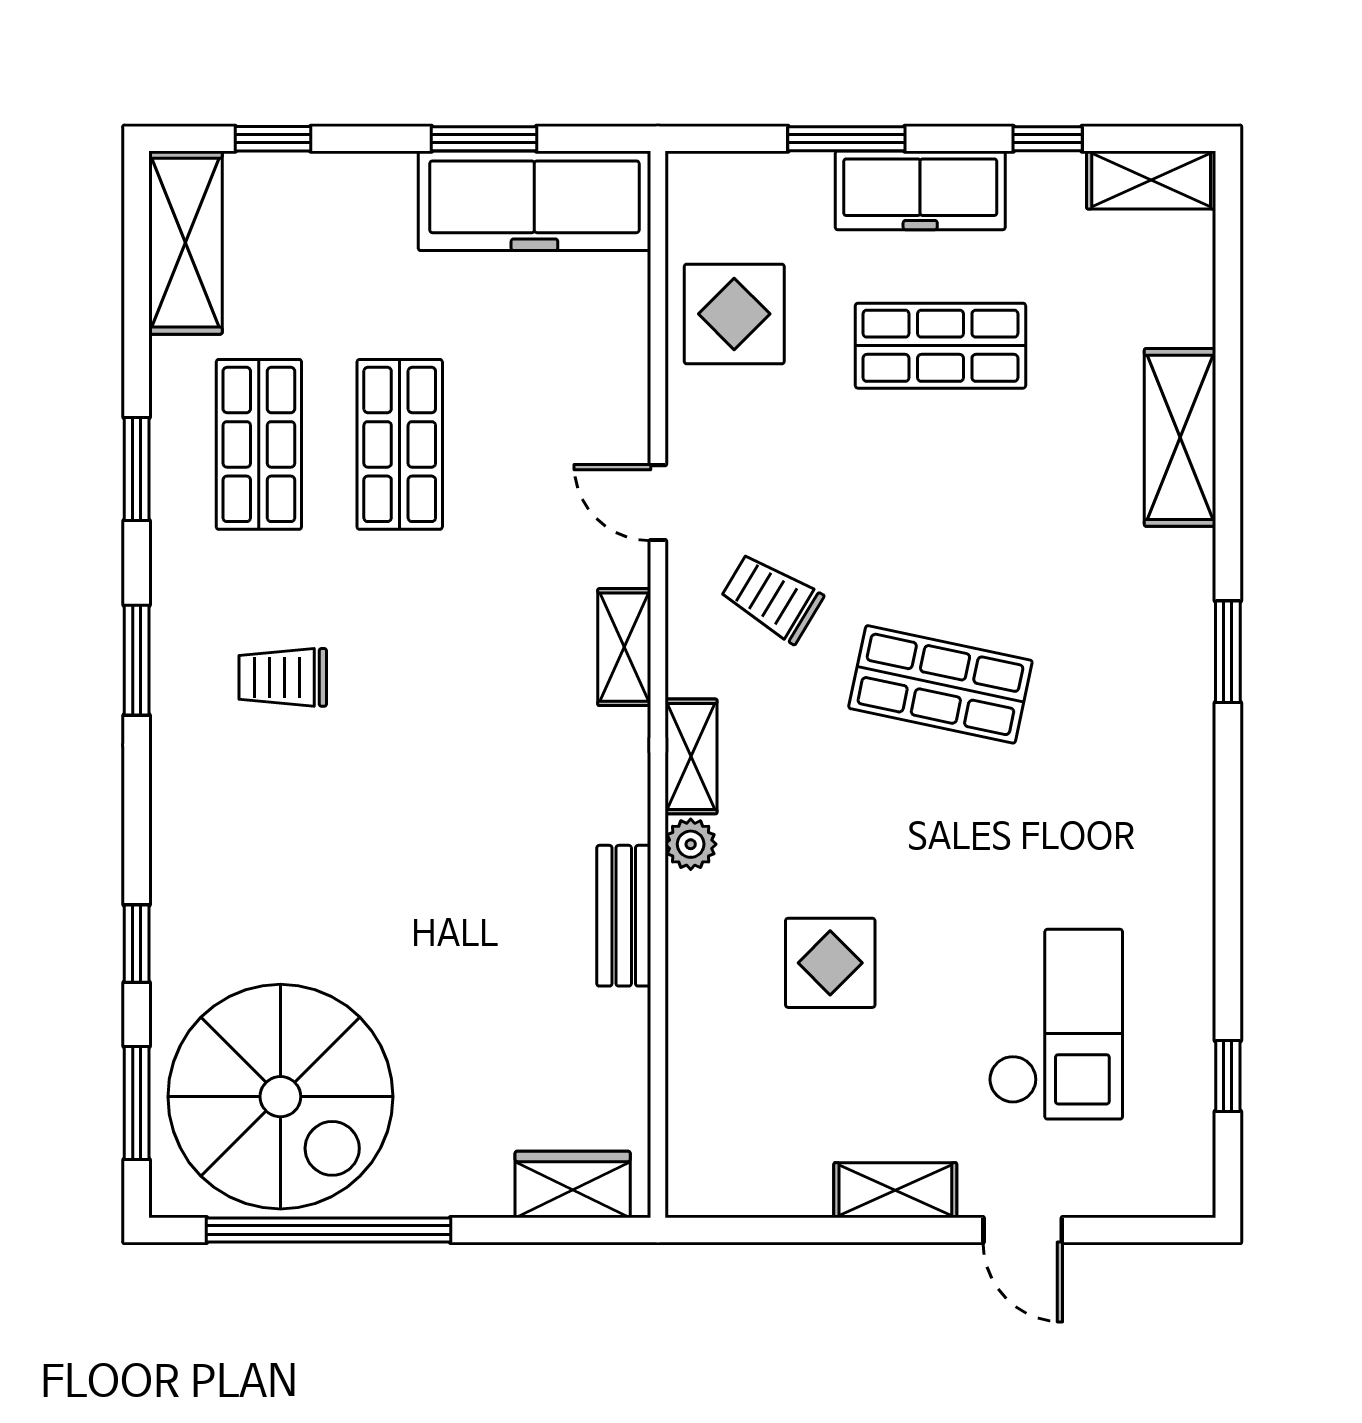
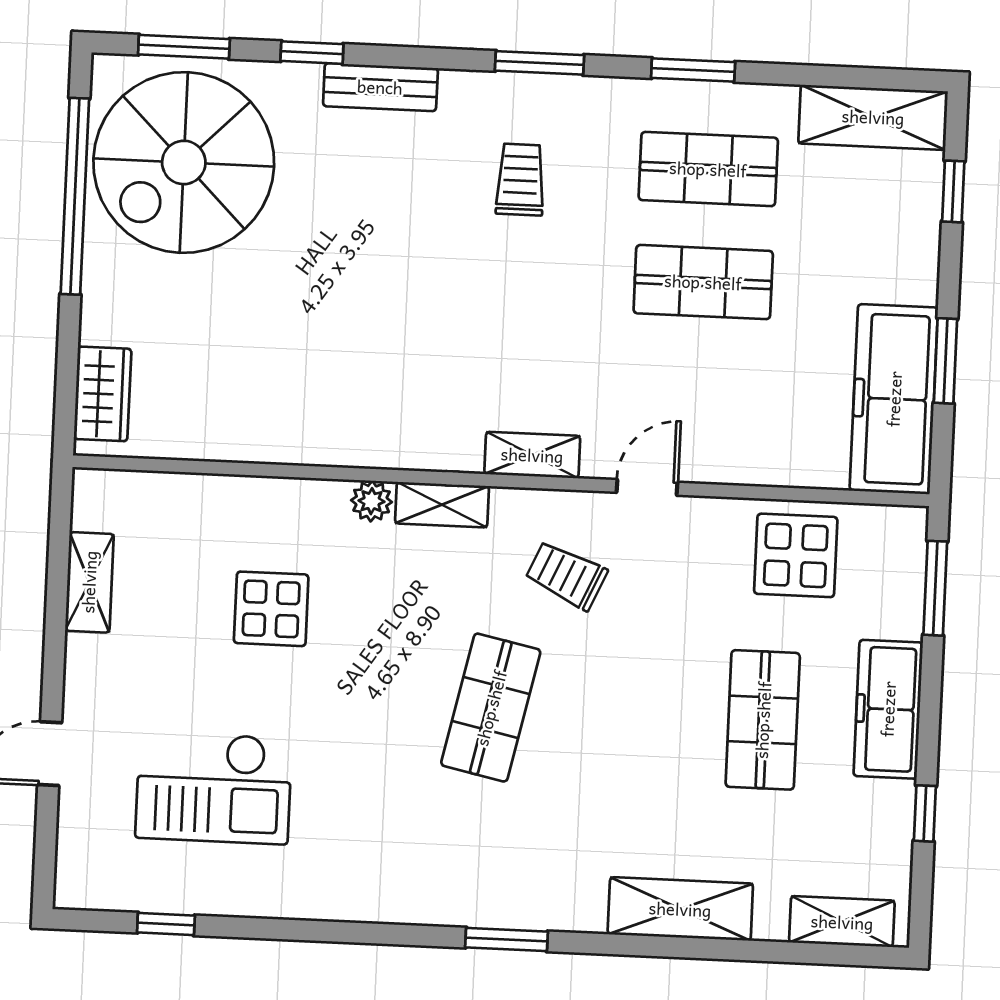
window: (846, 139) -> (935, 588), moved
shelving: (1151, 180) -> (842, 922), moved, turned 90
trolley: (772, 598) -> (566, 575), turned -97
bench: (624, 916) -> (380, 87), moved
shelving: (895, 1190) -> (89, 582), moved

